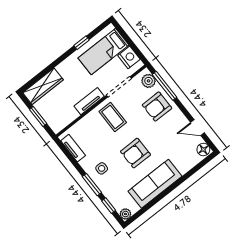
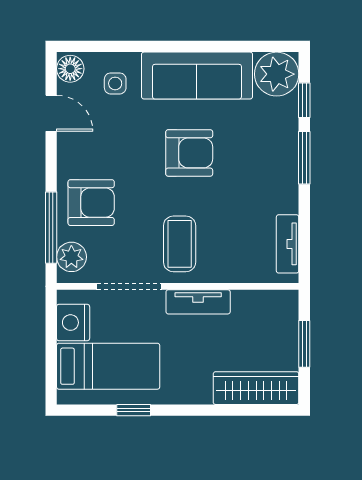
side table: (102, 168) -> (115, 83), moved
plant: (125, 214) -> (277, 74), width x1.88, depth x1.88

